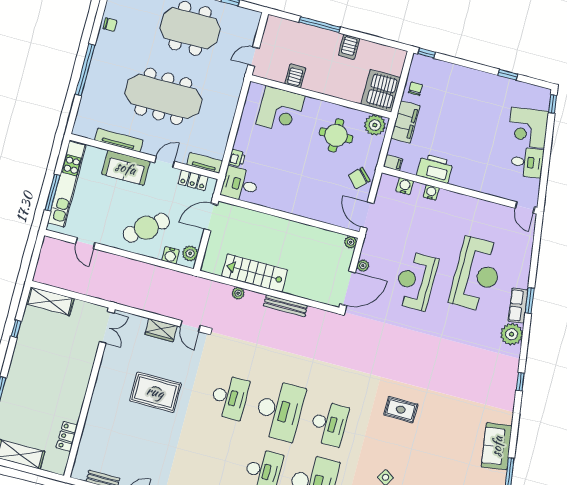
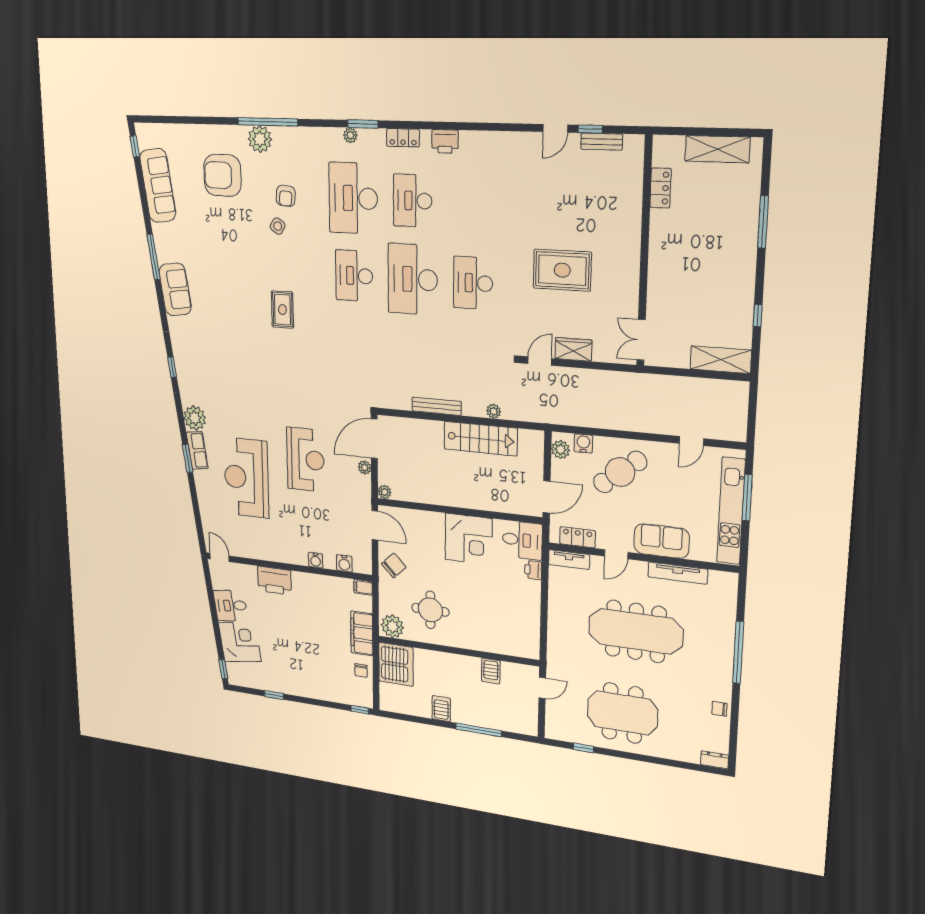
corner desk: (280, 110) -> (469, 539), moved, turned 180
printer: (435, 168) -> (274, 581), moved
door: (85, 243) -> (691, 441), swing flipped
door: (190, 326) -> (540, 361), hinge flipped
rug: (401, 410) -> (282, 310), turned 90

